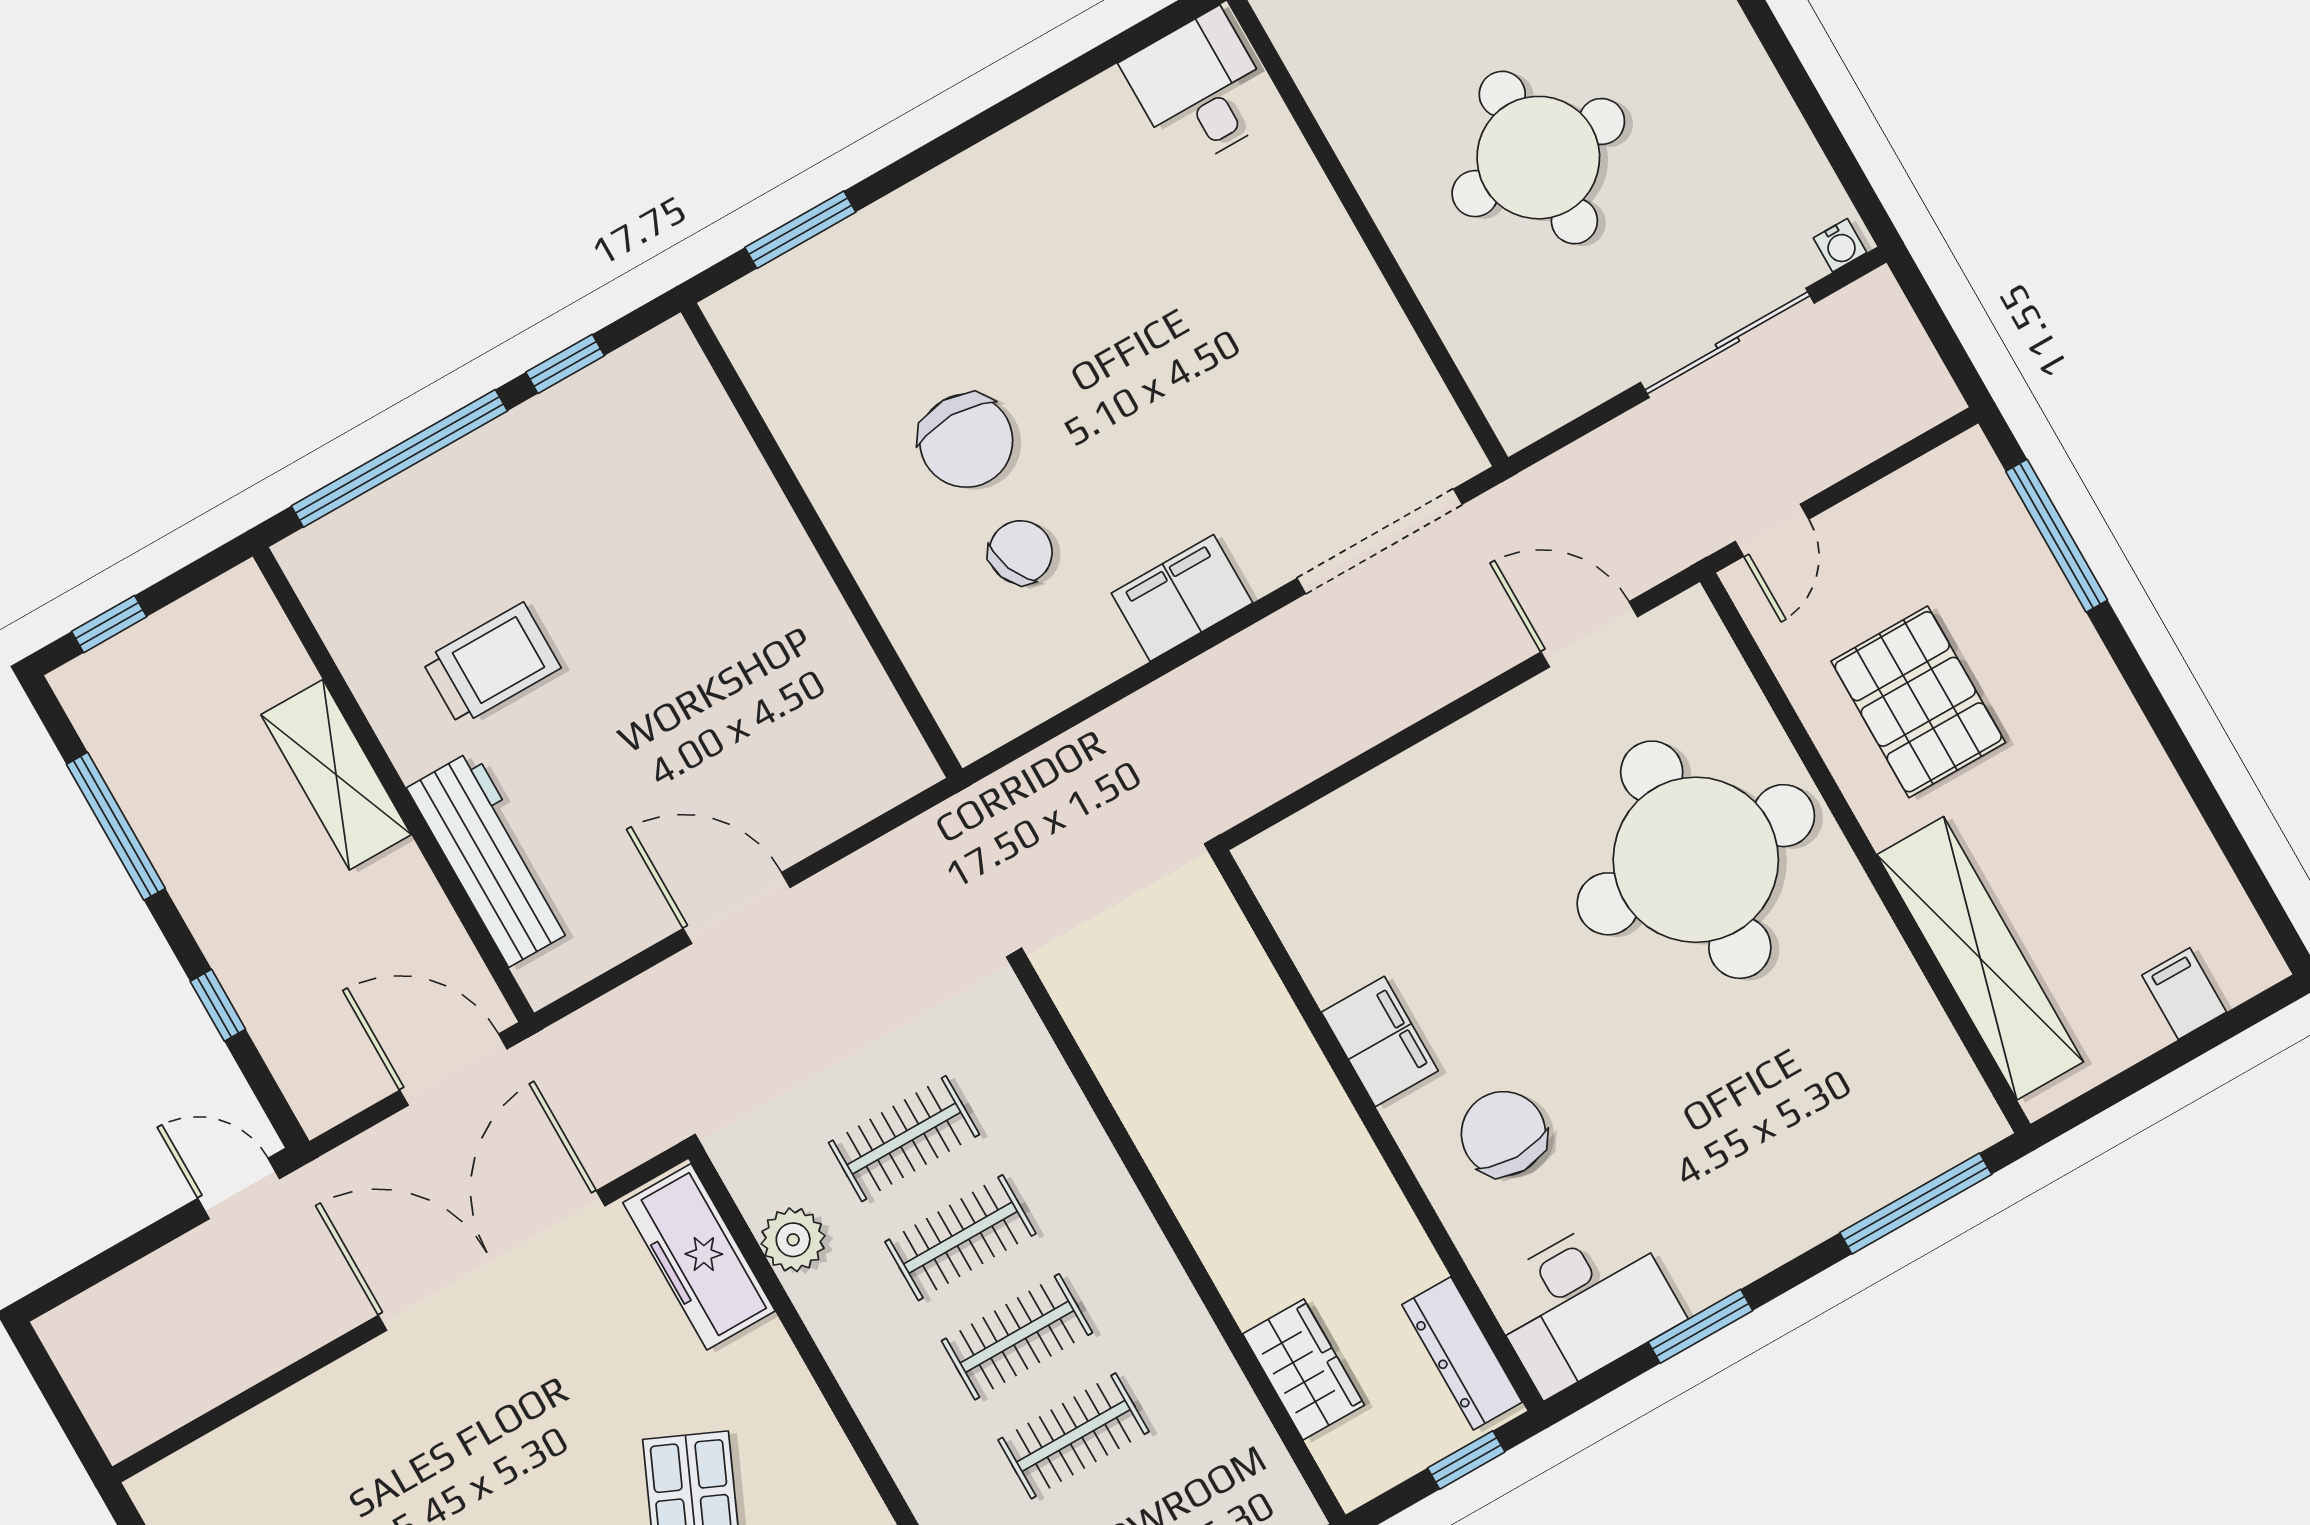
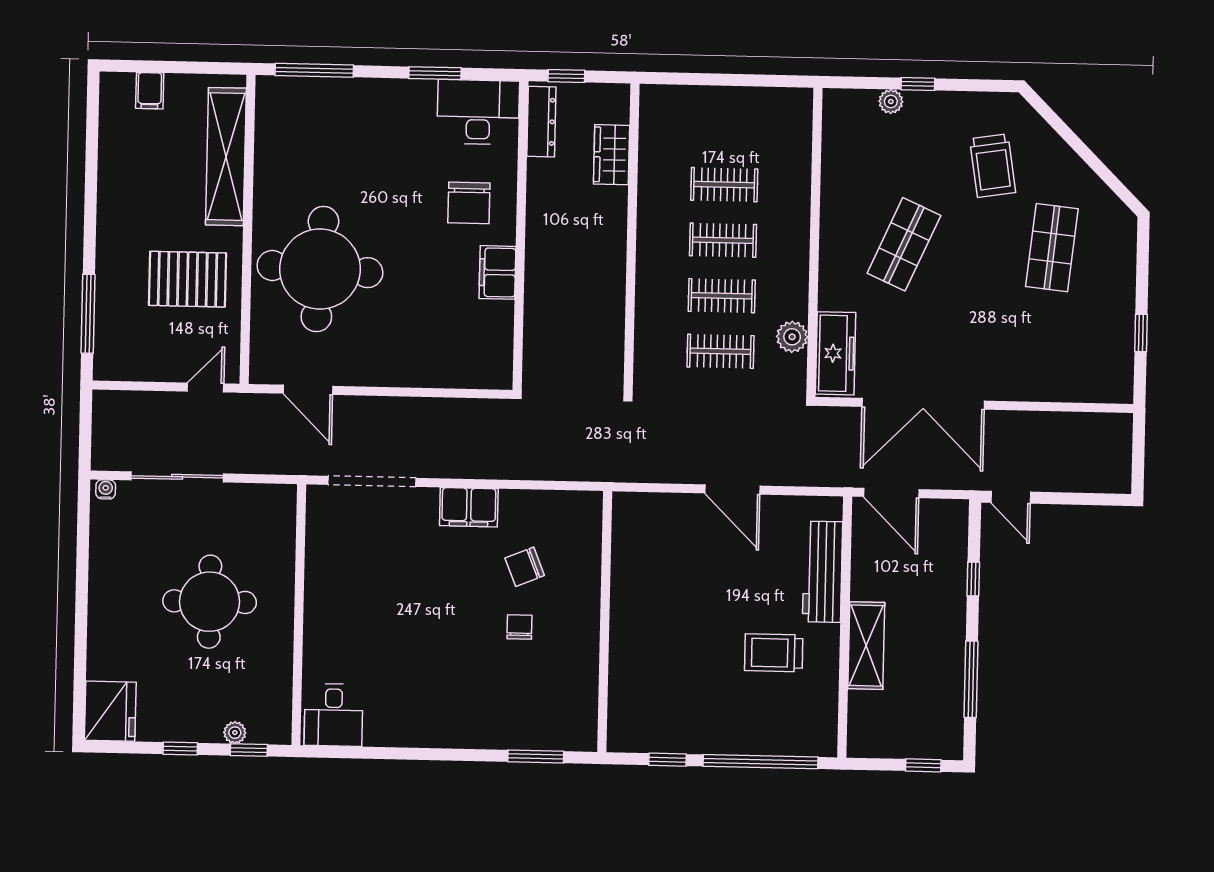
chair: (966, 441) -> (519, 627), width x0.54, depth x0.54
pallet: (1918, 702) -> (187, 279), turned 90

